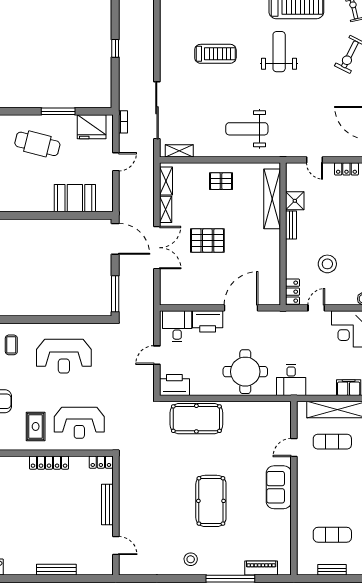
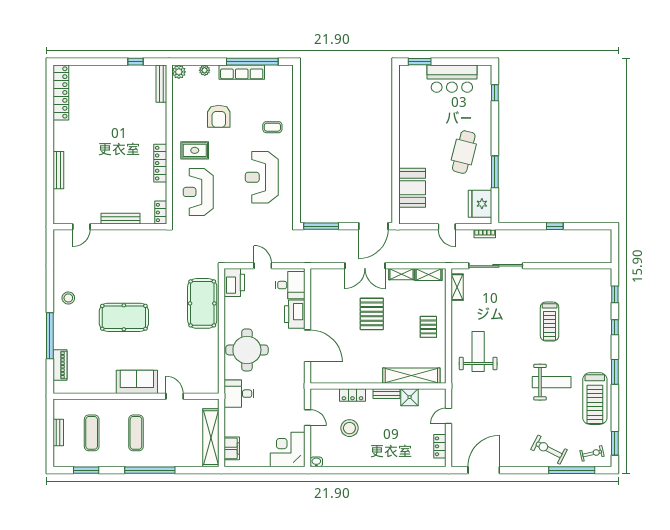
locker: (293, 292) -> (352, 395), moved
exercise mat: (332, 442) -> (136, 433), moved

